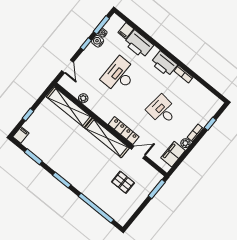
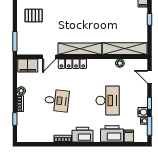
filing cabinet: (173, 154) -> (28, 66), moved, turned 90
pallet: (123, 182) -> (34, 16), moved

